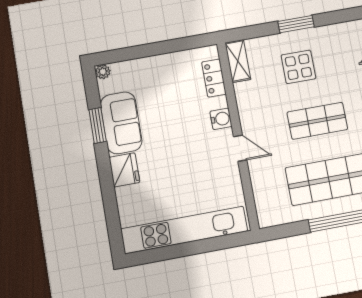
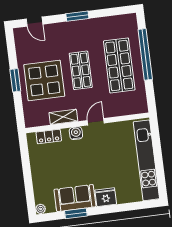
shelving: (238, 61) -> (63, 117), moved
display table: (298, 67) -> (44, 80), width x1.86, depth x1.86

